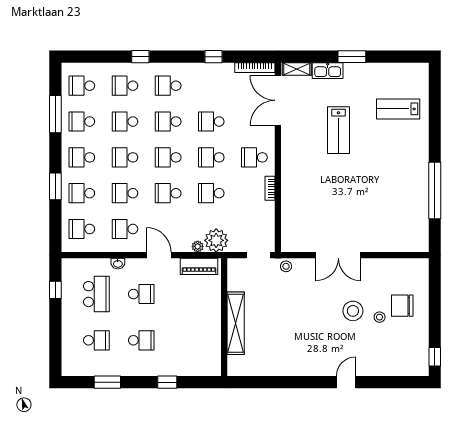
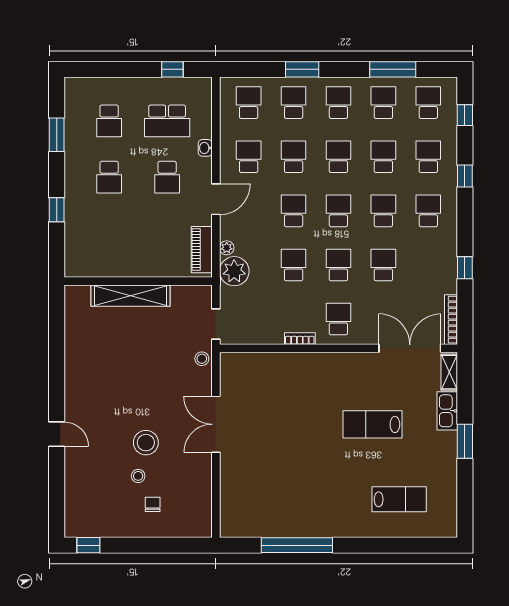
window: (92, 57) -> (465, 115), added
lab bench: (398, 109) -> (399, 499), turned 90
chair: (402, 306) -> (153, 504), width x0.54, depth x0.54

